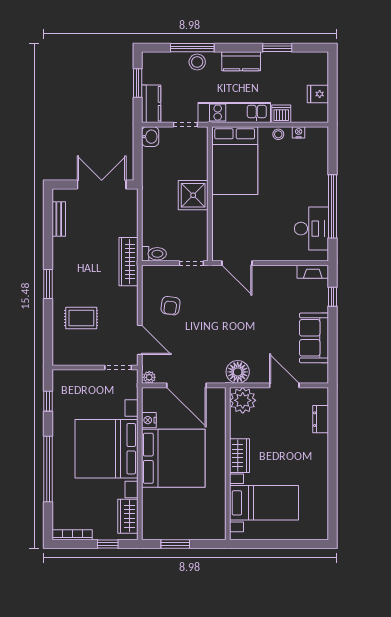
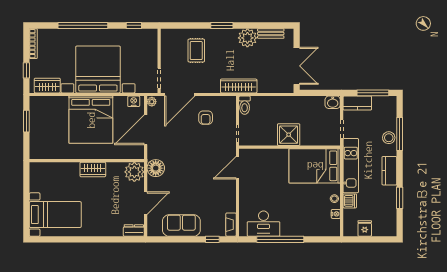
window: (138, 83) -> (373, 93), width x1.44
plant: (64, 250) -> (247, 38), added
armchair: (171, 306) -> (206, 118), turned -98
door: (140, 340) -> (180, 94), width x1.36
dresser: (321, 419) -> (134, 231), moved
nightstand: (149, 420) -> (134, 101), moved
bed with nightstands: (264, 503) -> (55, 215), moved, turned -90

